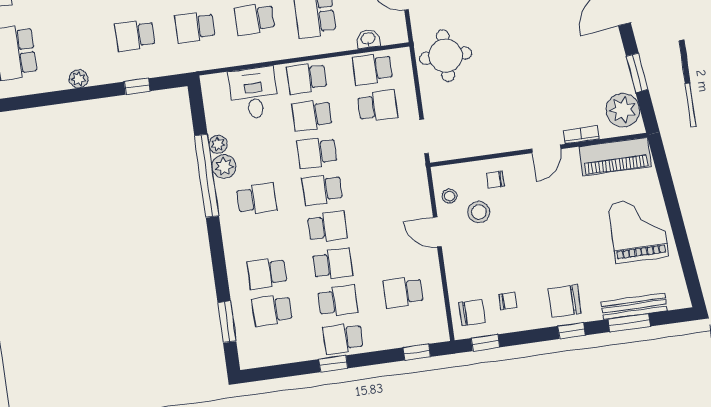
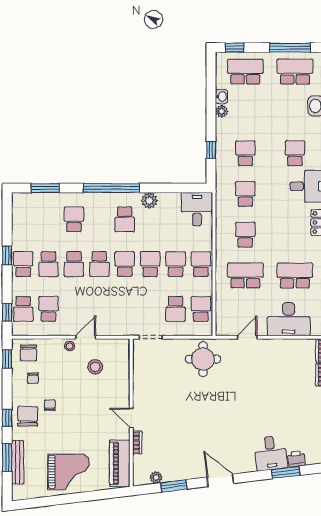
washbasin: (368, 39) -> (221, 96), moved
desk: (254, 93) -> (197, 209), moved, turned -90
plant: (623, 110) -> (156, 477), width x0.53, depth x0.53
plant: (218, 144) -> (165, 199), removed
window: (207, 176) -> (111, 188), moved
chair: (496, 179) -> (50, 405), moved
stool: (450, 196) -> (70, 346), moved
school desk: (272, 310) -> (23, 309), moved, turned 180

